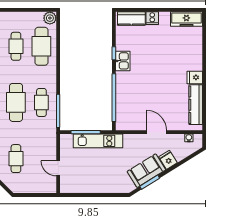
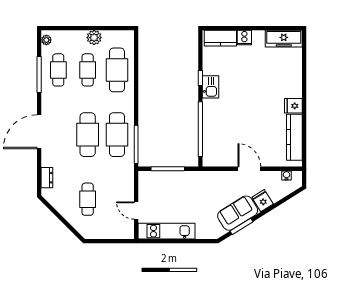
plant: (50, 18) -> (94, 38), moved
cafe table: (41, 102) -> (117, 135), width x1.37, depth x1.35
kitchen unit: (98, 141) -> (166, 231), moved, turned 180

